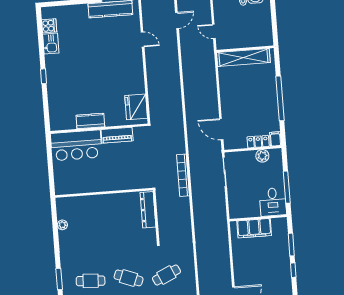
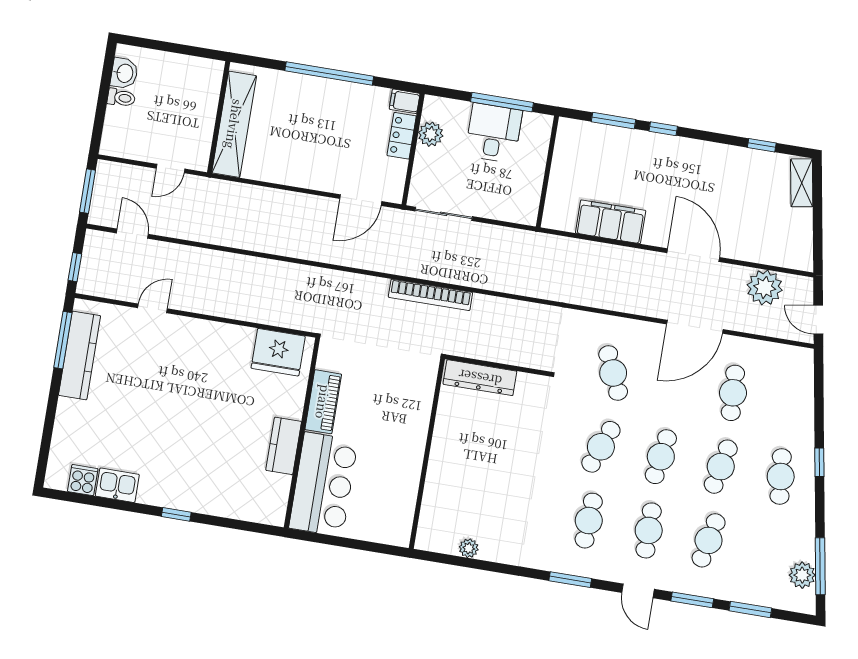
desk: (273, 202) -> (494, 133), moved, turned -90
filing cabinet: (254, 228) -> (611, 222), moved, turned -90

